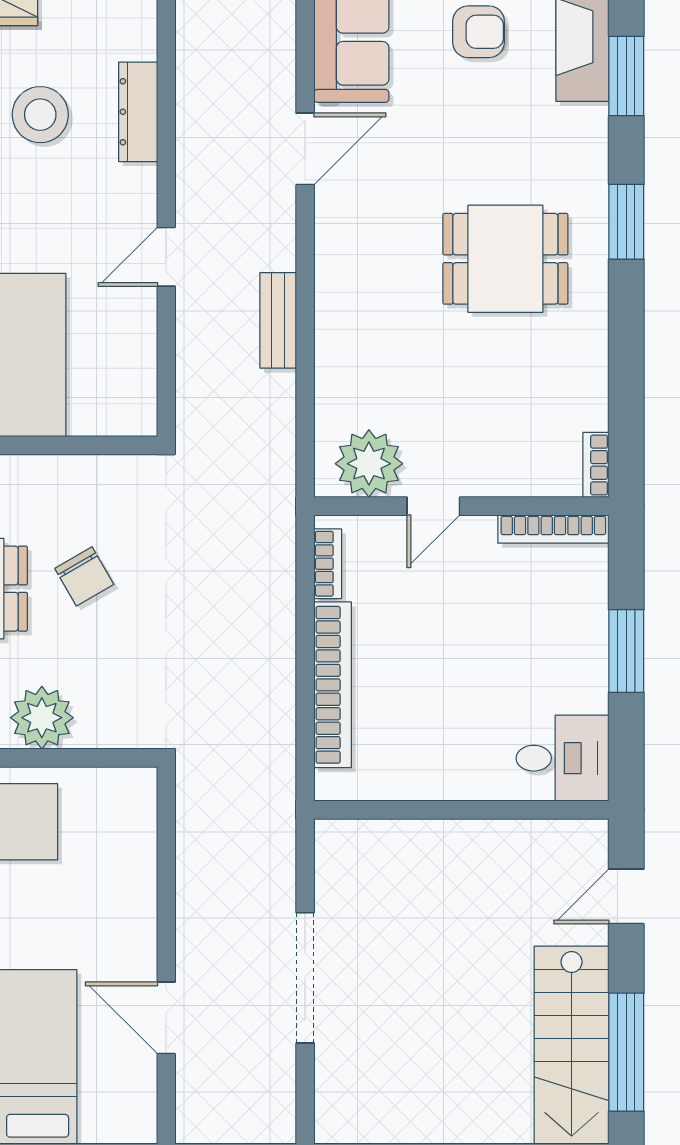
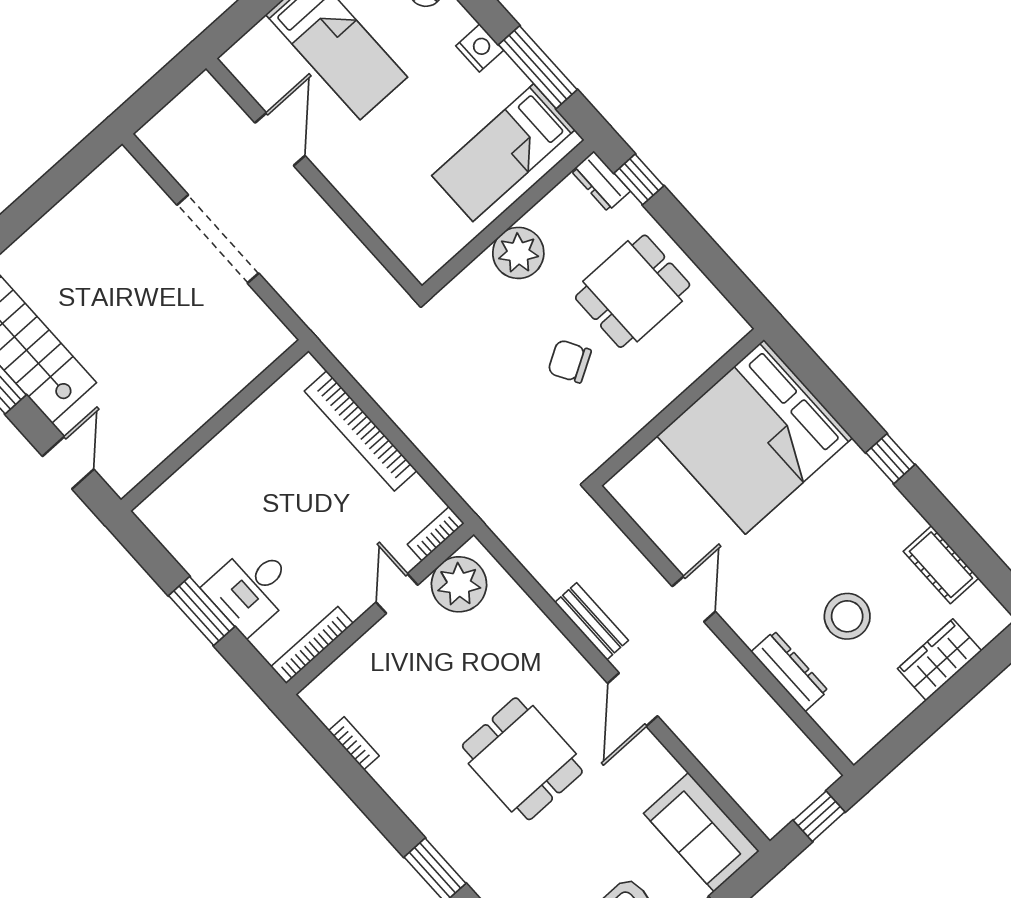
door: (305, 149) -> (633, 700), moved
dining table: (505, 259) -> (522, 759), moved, turned 90
bookcase: (596, 465) -> (354, 743), moved
bookcase: (328, 564) -> (436, 534), moved, turned 90
desk: (562, 758) -> (251, 589), moved
door: (166, 1018) -> (280, 139), hinge flipped

